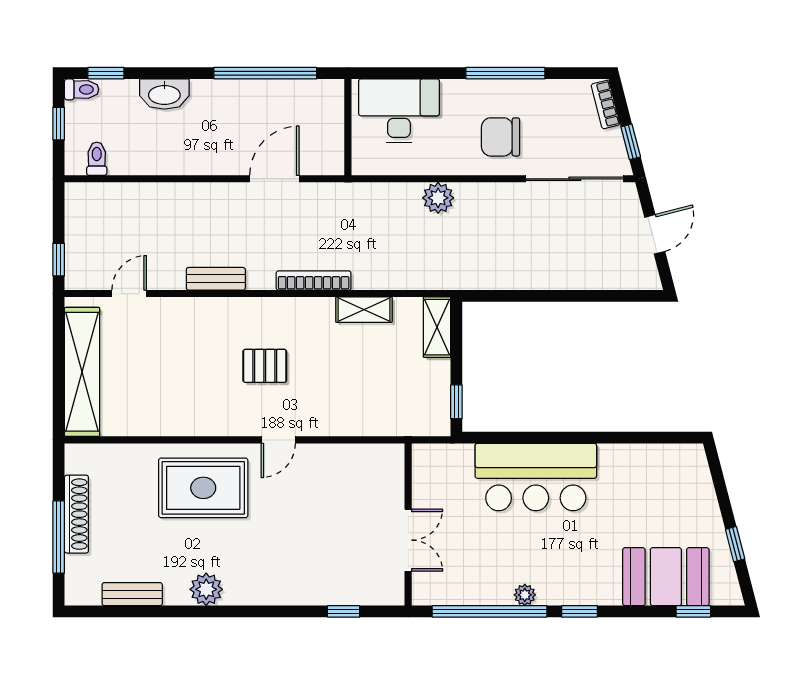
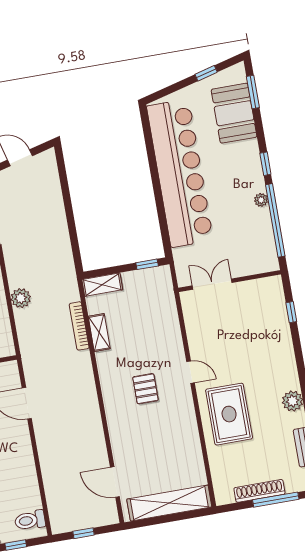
toilet: (97, 159) -> (30, 520), width x1.37, depth x1.39
window: (59, 260) -> (83, 533), moved
bench: (216, 279) -> (96, 429), removed
bookcase: (314, 280) -> (79, 326), moved
door: (129, 294) -> (115, 482), width x1.38
bar counter: (536, 477) -> (180, 173), width x1.86
double door: (408, 540) -> (212, 284), moved
window: (693, 611) -> (253, 92), width x1.50

